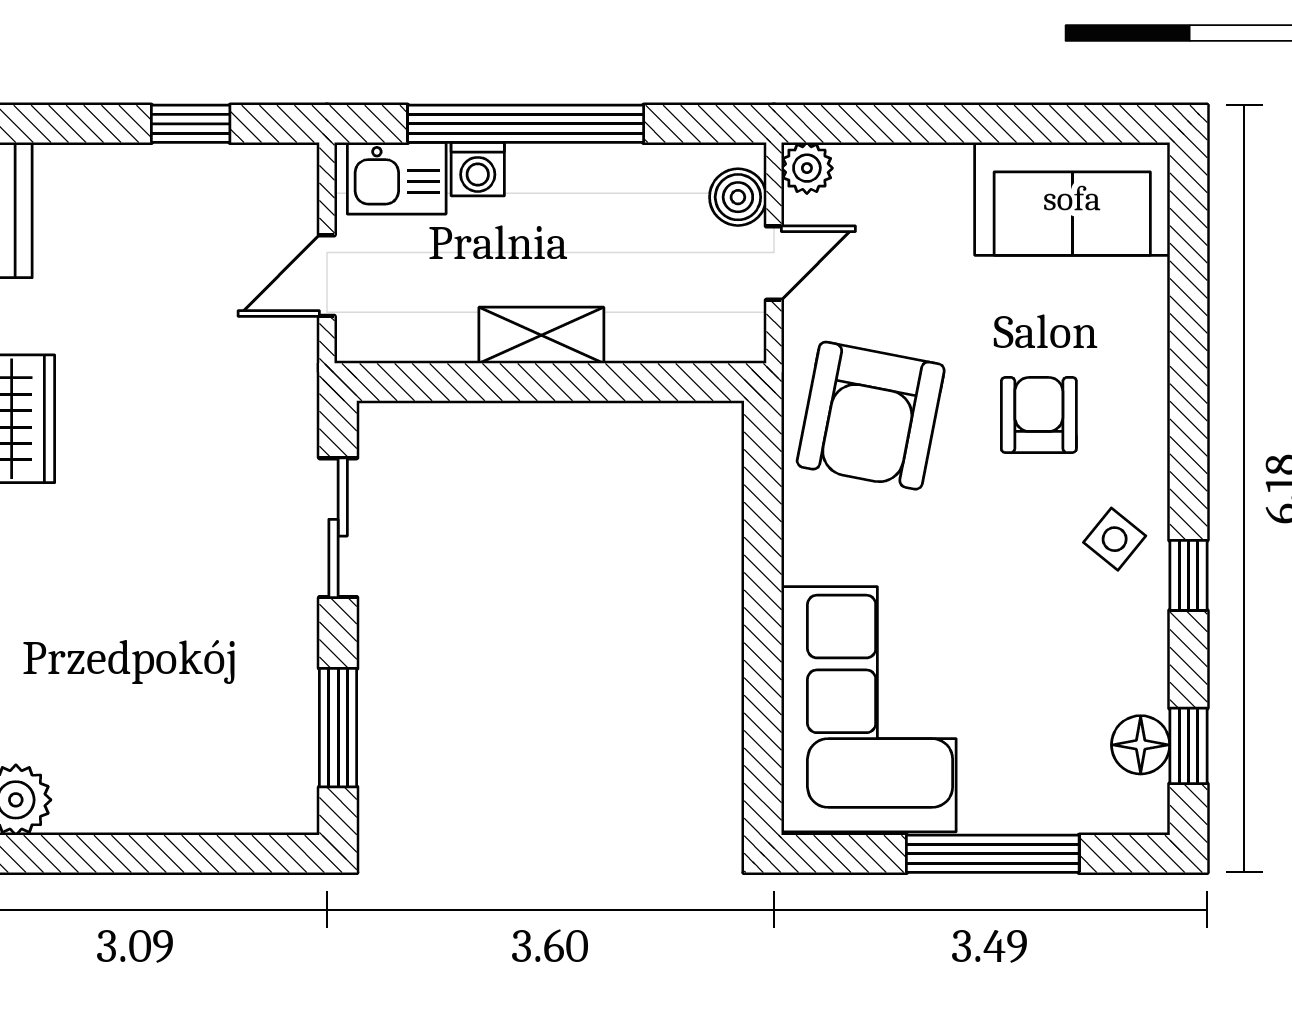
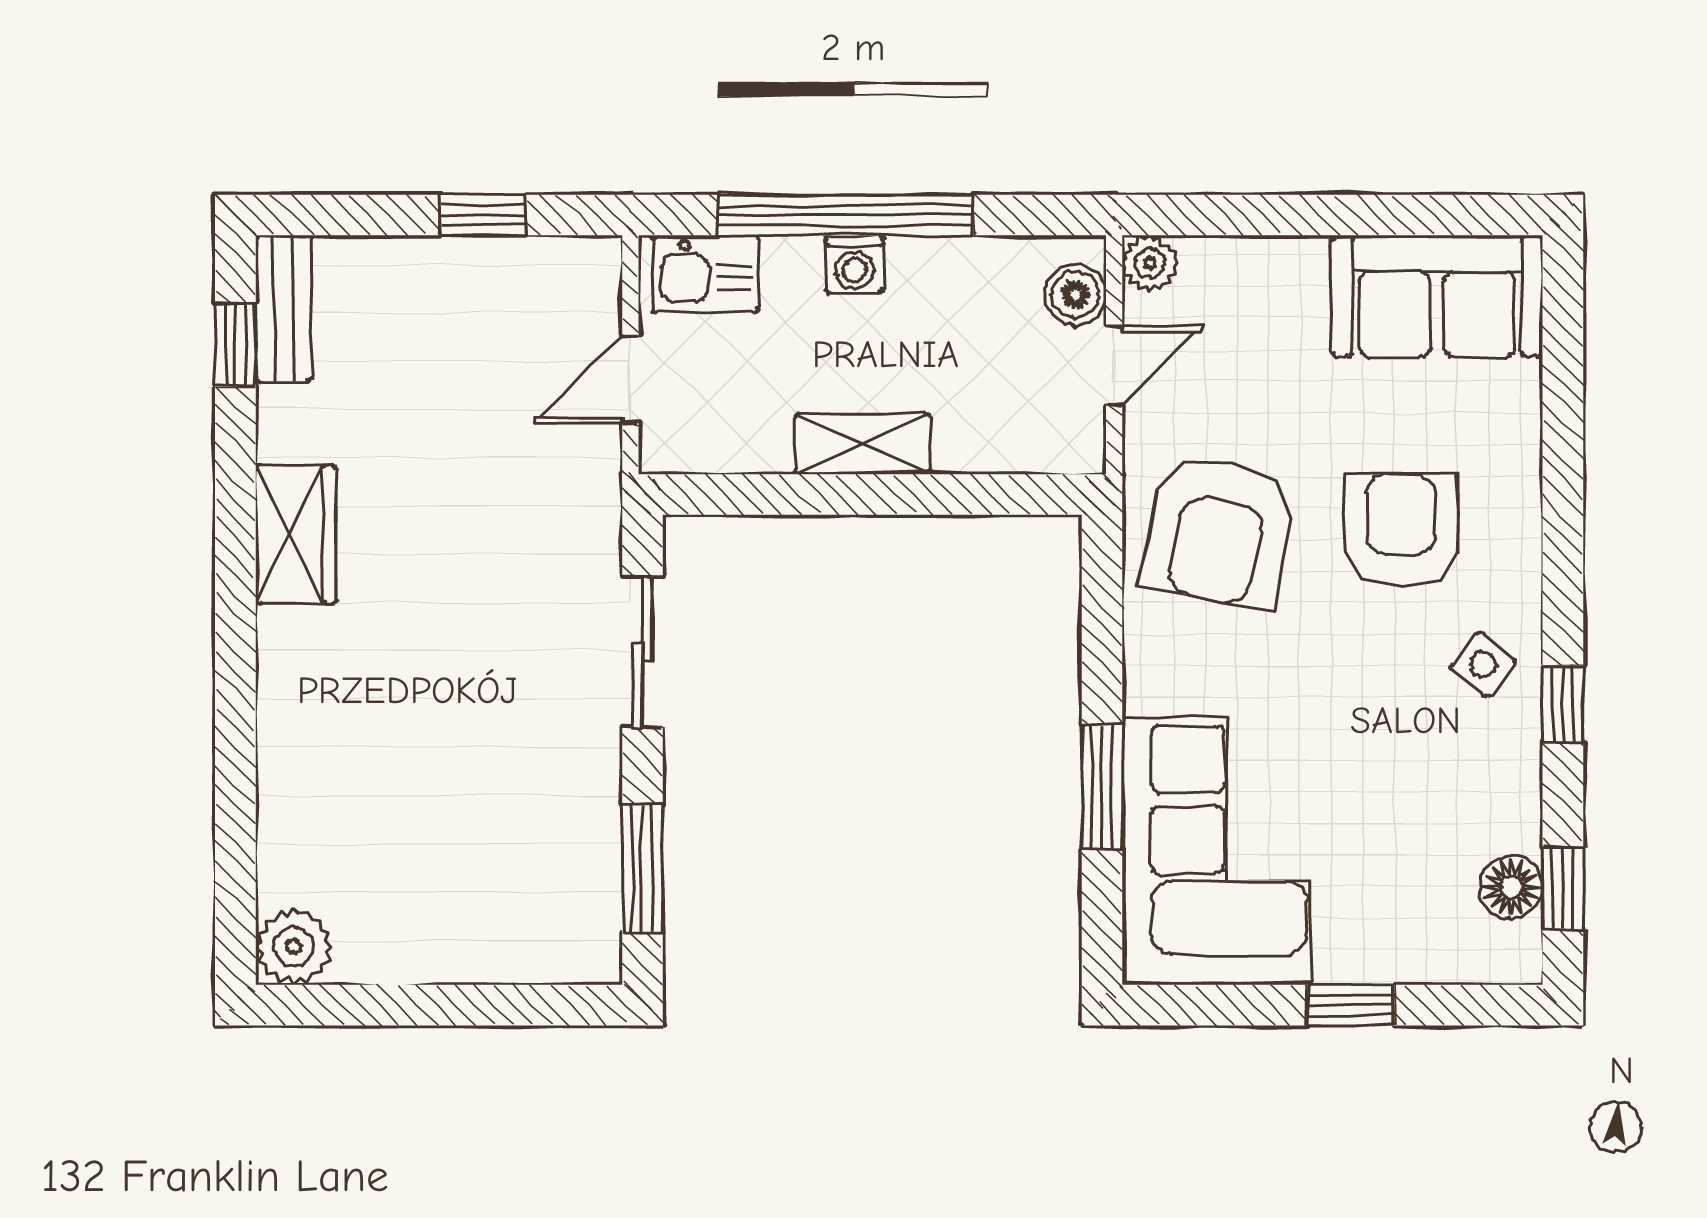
washing machine: (478, 169) -> (855, 264), moved
armchair: (1039, 415) -> (1401, 530), width x1.38, depth x1.38
window: (763, 652) -> (1102, 787), added
window: (993, 854) -> (1351, 1005), width x0.46

